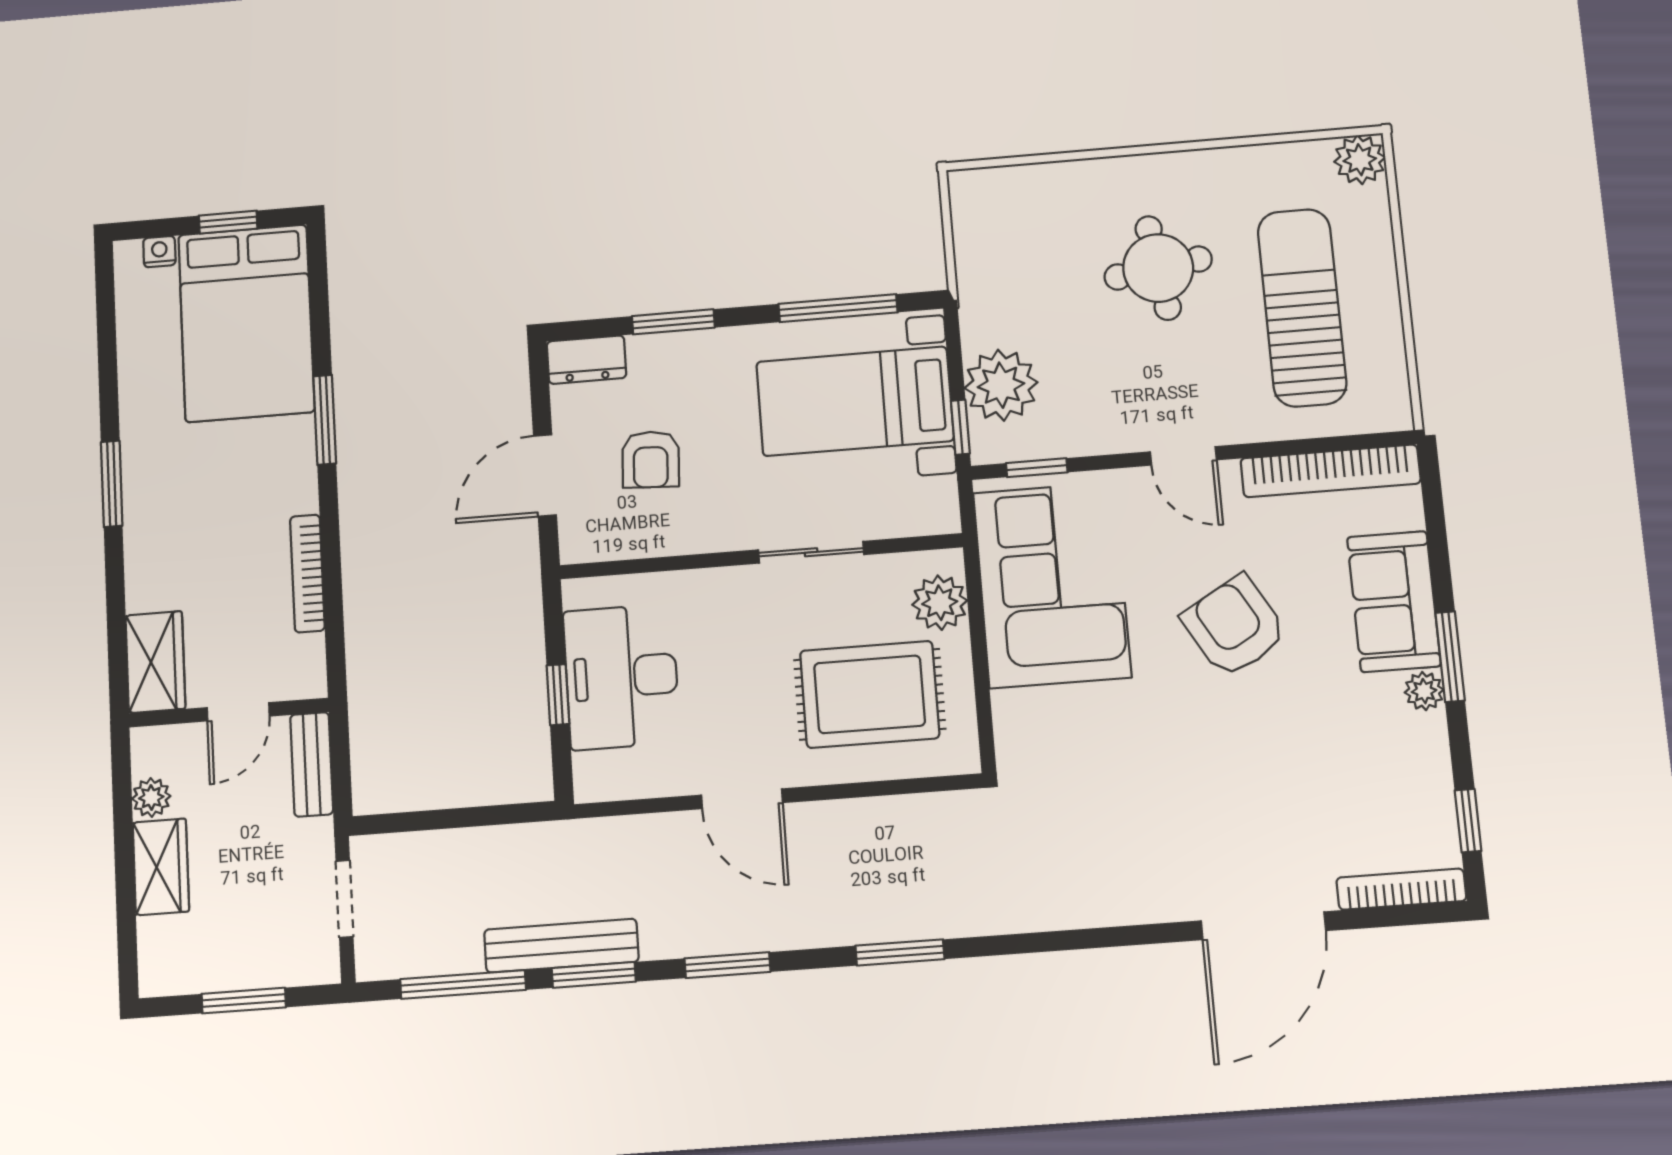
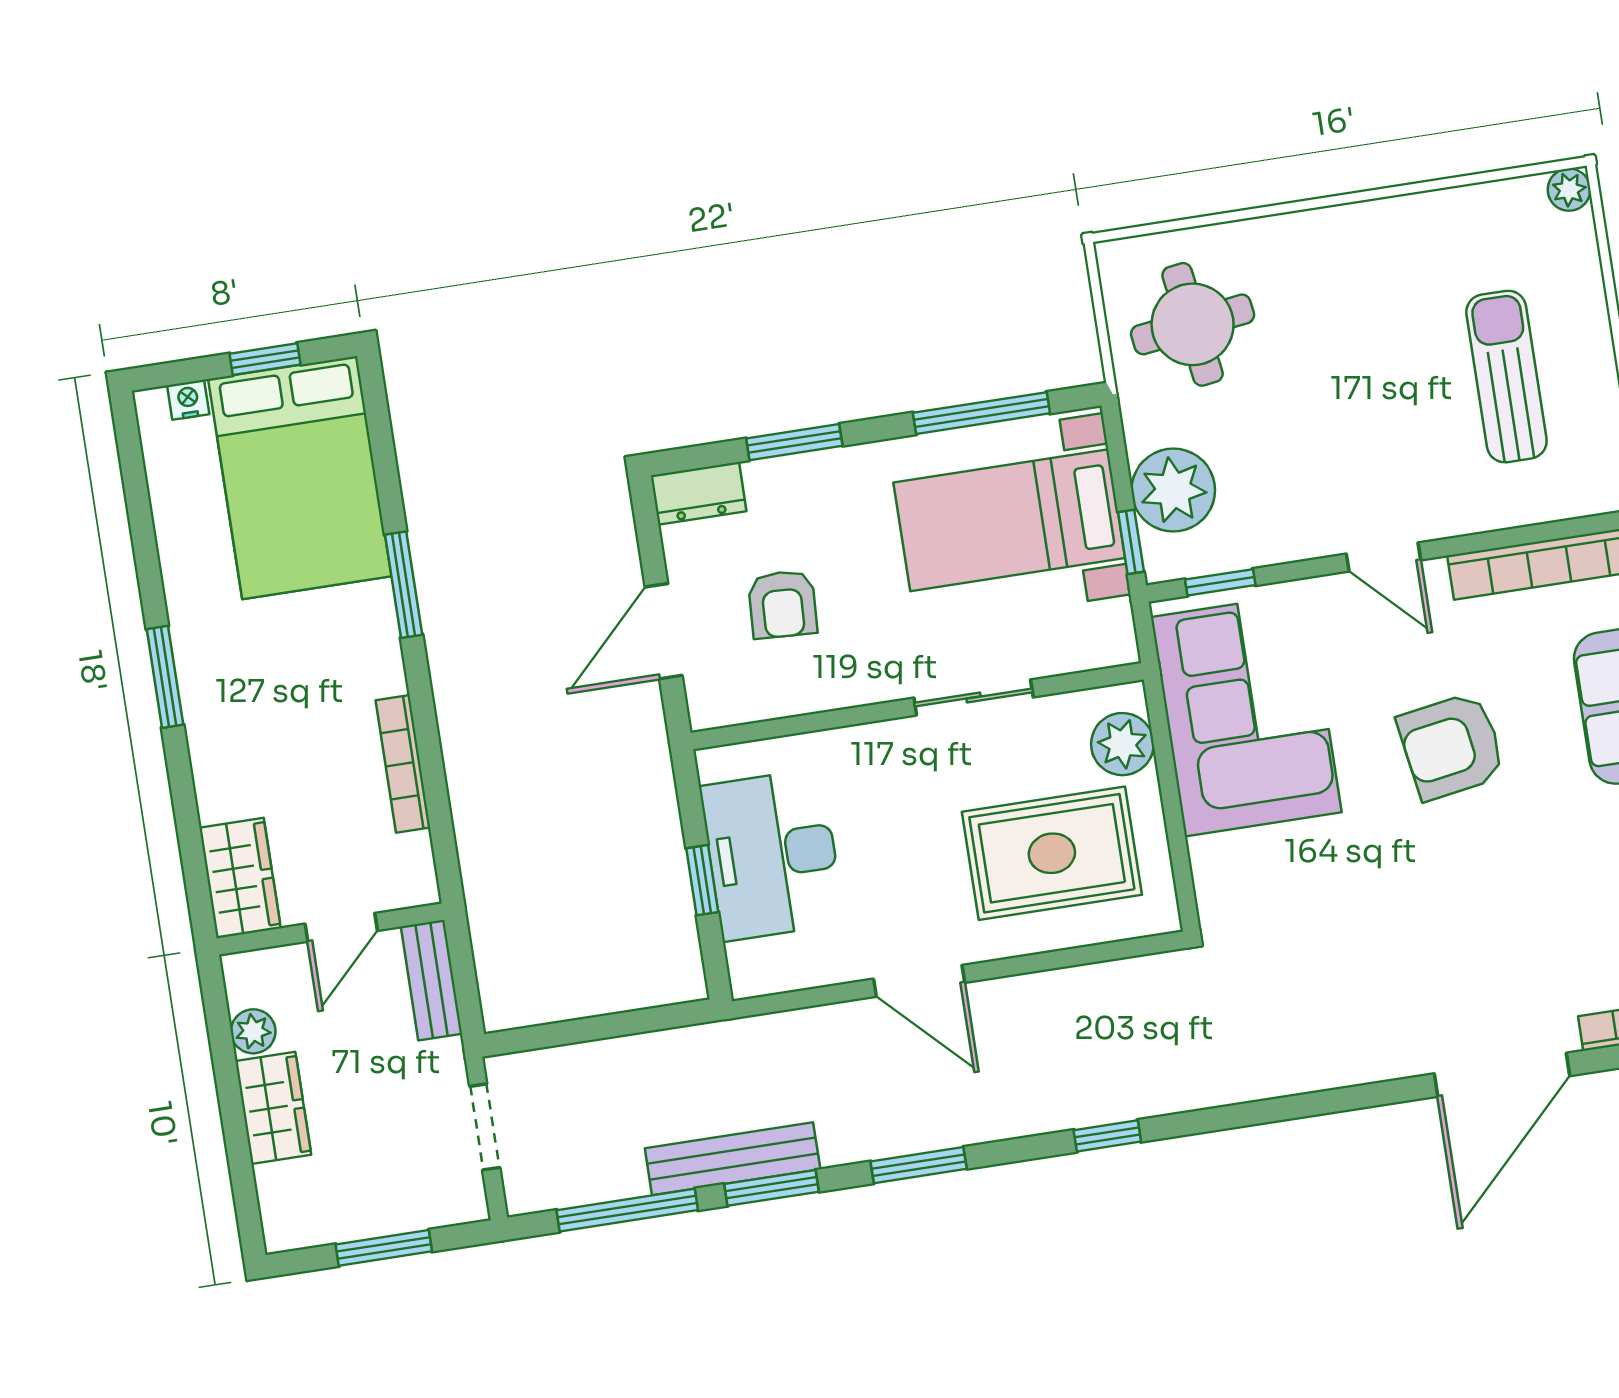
plant: (1360, 160) -> (1569, 190), width x0.73, depth x0.73
round table: (1158, 268) -> (1193, 324), moved
sun lounger: (1302, 308) -> (1506, 377), width x0.73, depth x0.75
armchair: (1234, 626) -> (1452, 746), turned -69
window: (900, 952) -> (1107, 1136), width x0.67

